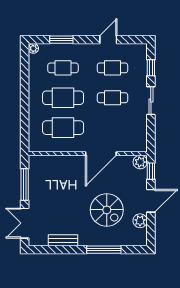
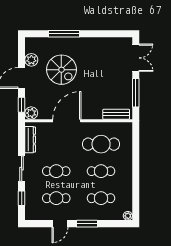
window: (61, 40) -> (87, 224), moved
cafe table: (63, 98) -> (101, 171), width x0.73, depth x0.74
dresser: (141, 133) -> (30, 140), added
spiral stairs: (107, 210) -> (61, 70), turned 180
bench: (63, 240) -> (116, 114), moved

